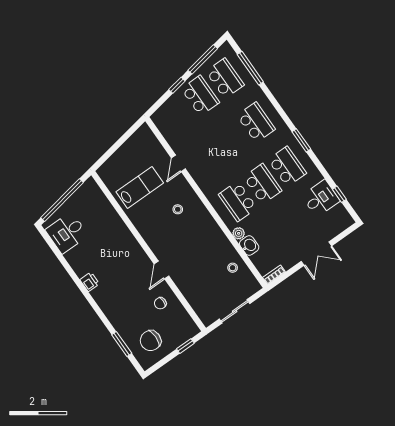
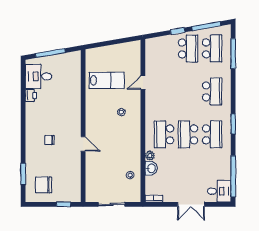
school desk: (262, 184) -> (188, 134), turned 180
window: (339, 194) -> (233, 176), width x3.17
desk: (321, 198) -> (219, 191), moved
window: (62, 200) -> (50, 53), width x0.68
door: (162, 270) -> (83, 144), swing flipped
printer: (90, 282) -> (31, 95), moved
chair: (160, 303) -> (49, 140), moved

